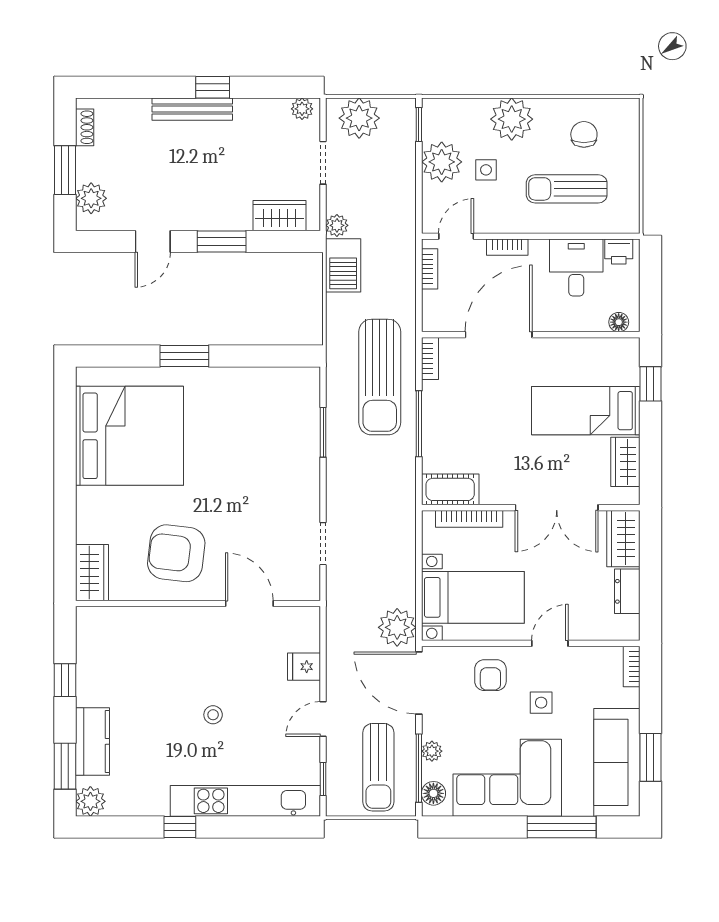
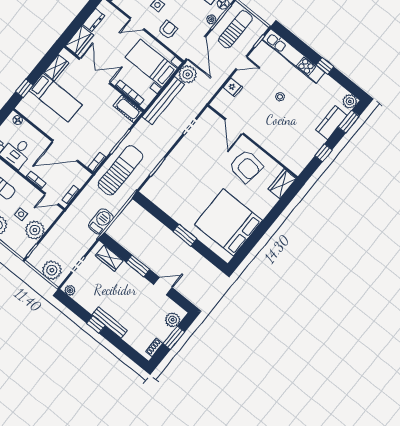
plant: (337, 225) -> (91, 238), removed
bench: (402, 551) -> (163, 101), added

